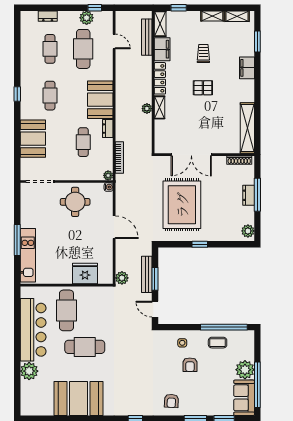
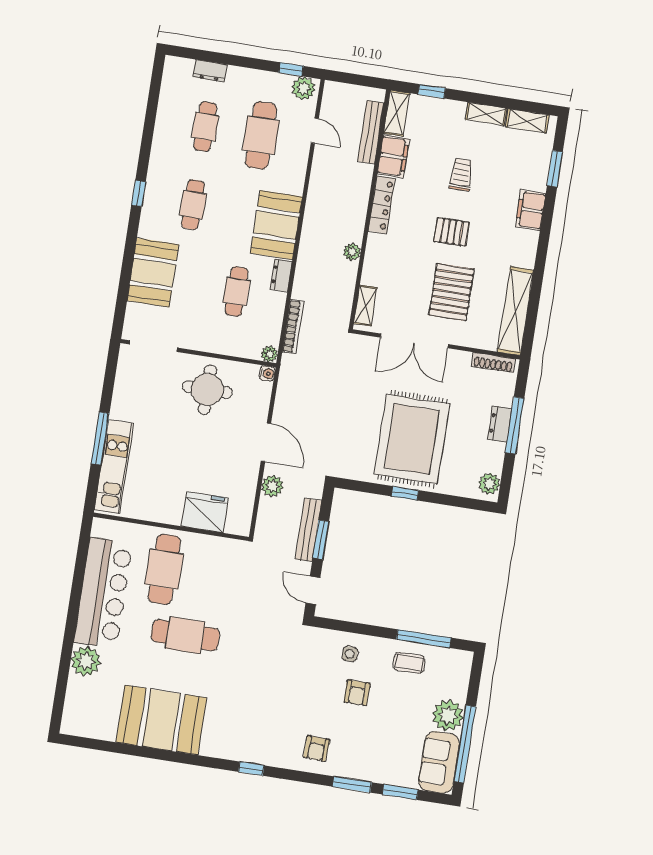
plant: (87, 18) -> (303, 88), moved
shelving: (160, 107) -> (365, 305), moved
pallet: (208, 123) -> (451, 292), added
rug: (182, 205) -> (412, 439), moved
plant: (122, 278) -> (272, 486), moved
window: (224, 327) -> (424, 639), width x0.68

